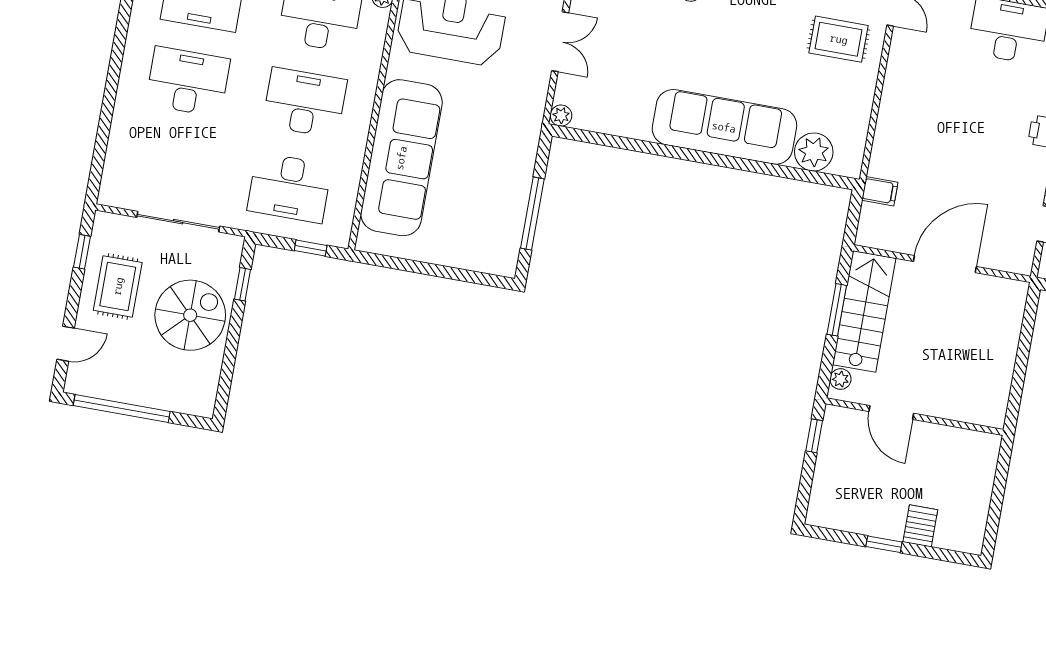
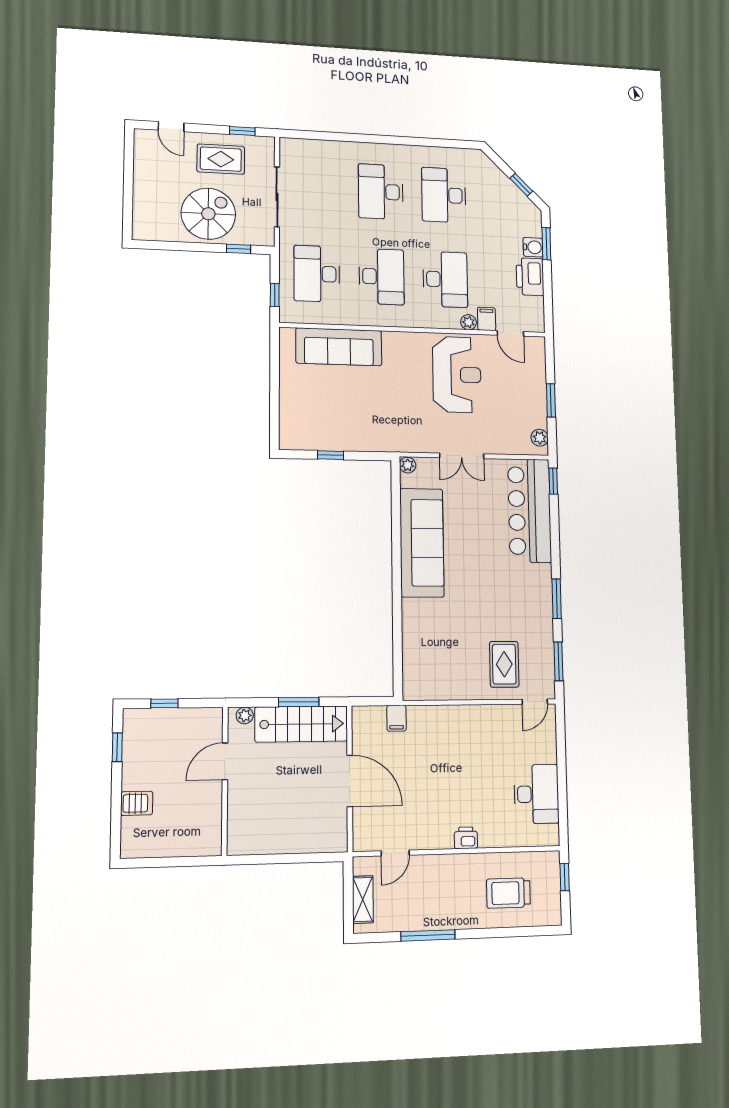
desk: (188, 82) -> (381, 192), turned 180
sofa: (724, 127) -> (422, 543), moved
plant: (814, 152) -> (417, 661), removed
sofa: (401, 158) -> (339, 347), width x0.74, depth x0.79
window: (532, 214) -> (331, 455), width x0.46
spiral stairs: (190, 315) -> (208, 214), turned -90
window: (122, 408) -> (128, 172), removed
window: (814, 436) -> (164, 703), moved
window: (884, 544) -> (117, 747), moved

